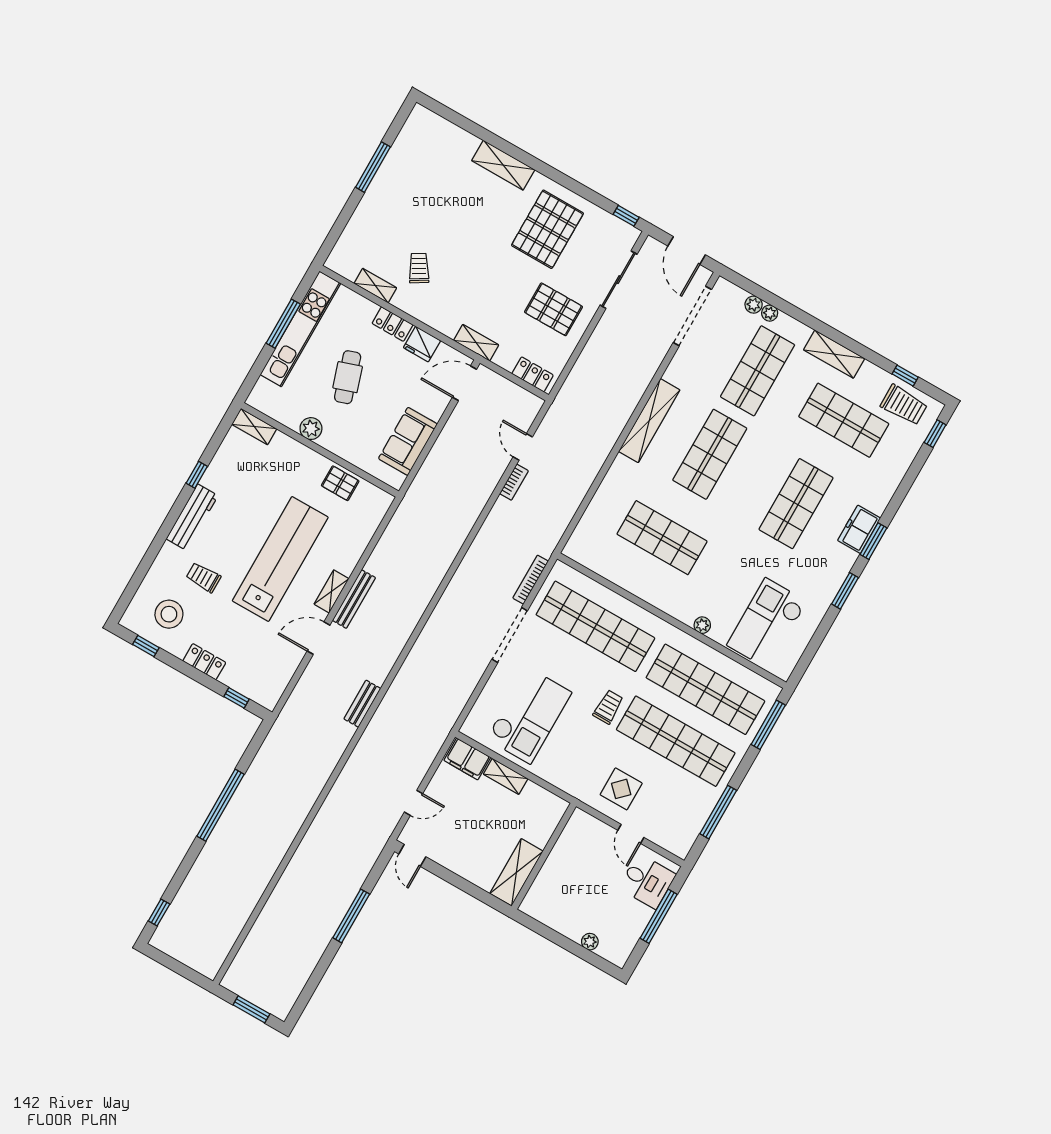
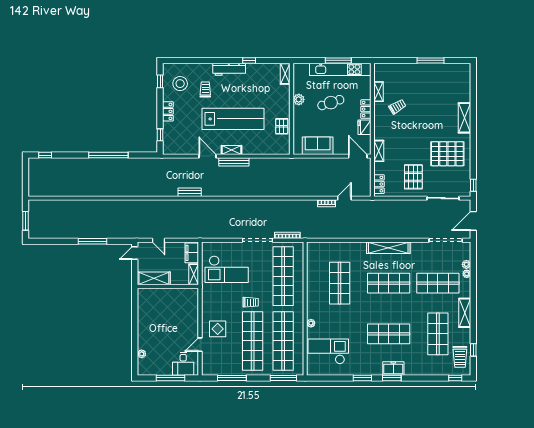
wall: (544, 856) -> (168, 286), moved
shelving: (516, 872) -> (154, 278), moved

